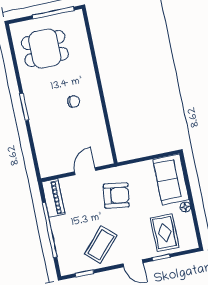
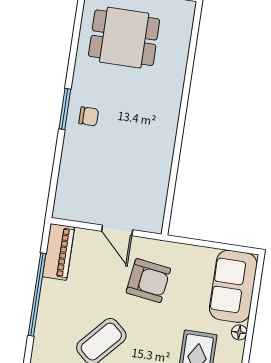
chair: (74, 102) -> (89, 116), moved
door: (85, 171) -> (117, 230), swing flipped

